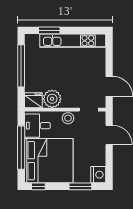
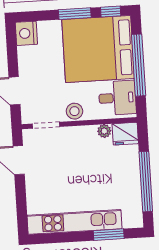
plant: (52, 99) -> (104, 131), width x0.53, depth x0.53
window: (80, 186) -> (75, 14), moved

